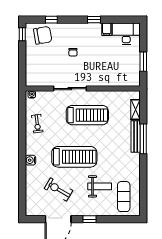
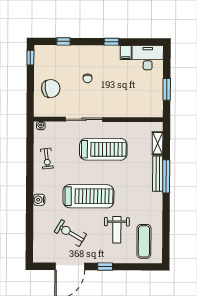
chair: (43, 35) -> (51, 89), moved
weight bench: (100, 186) -> (117, 230), turned 90

